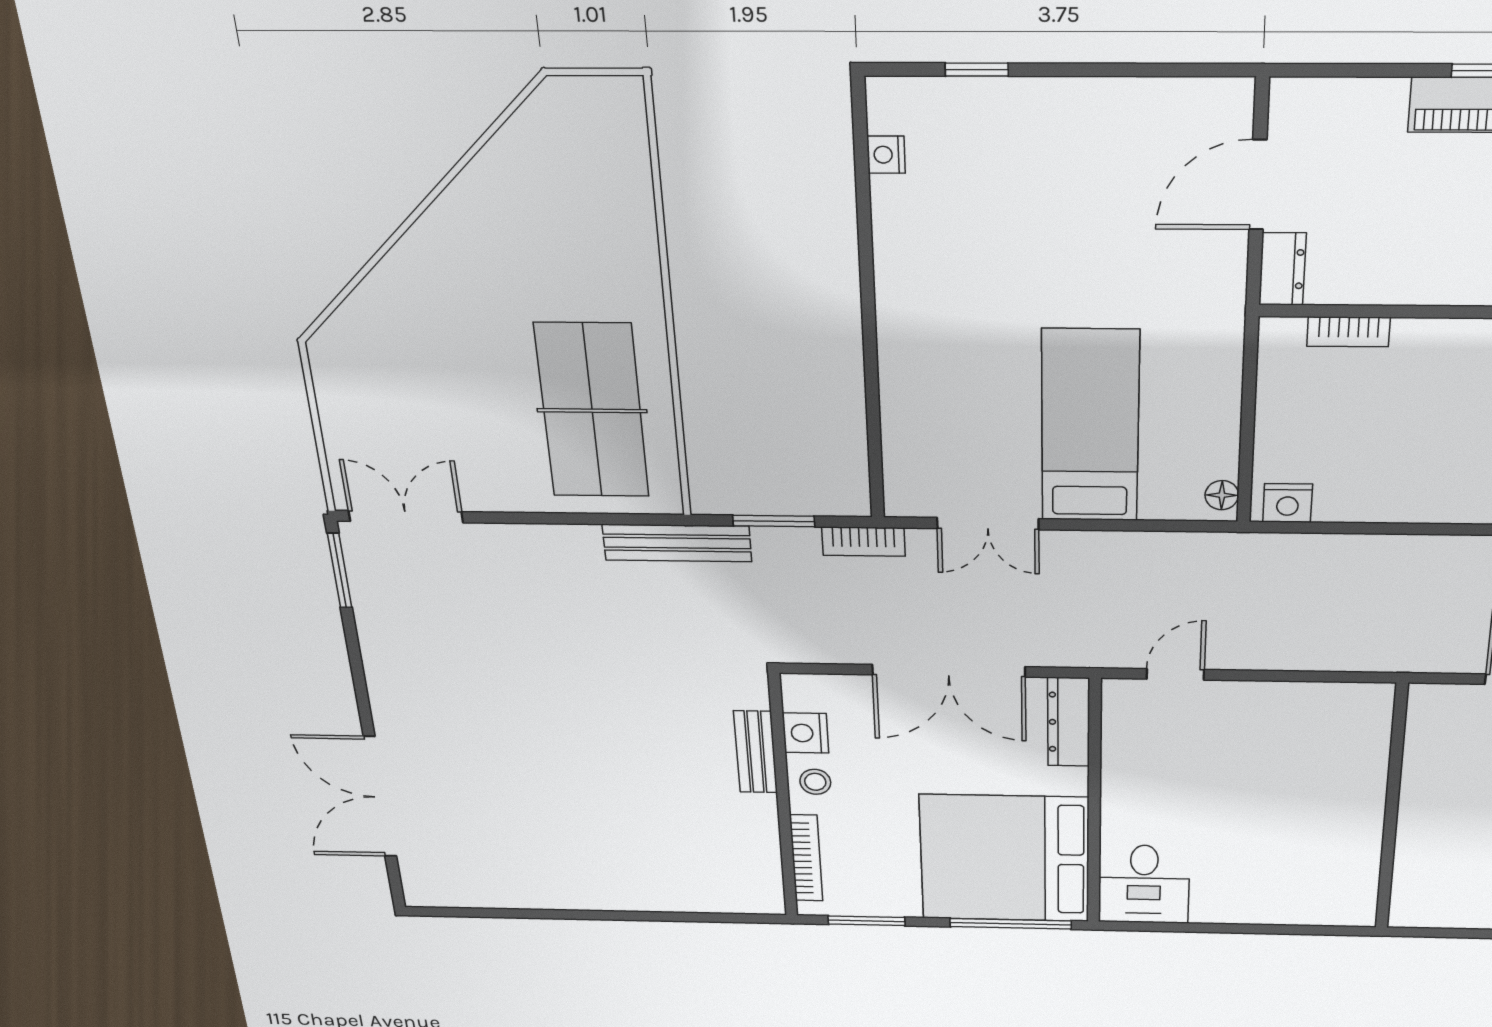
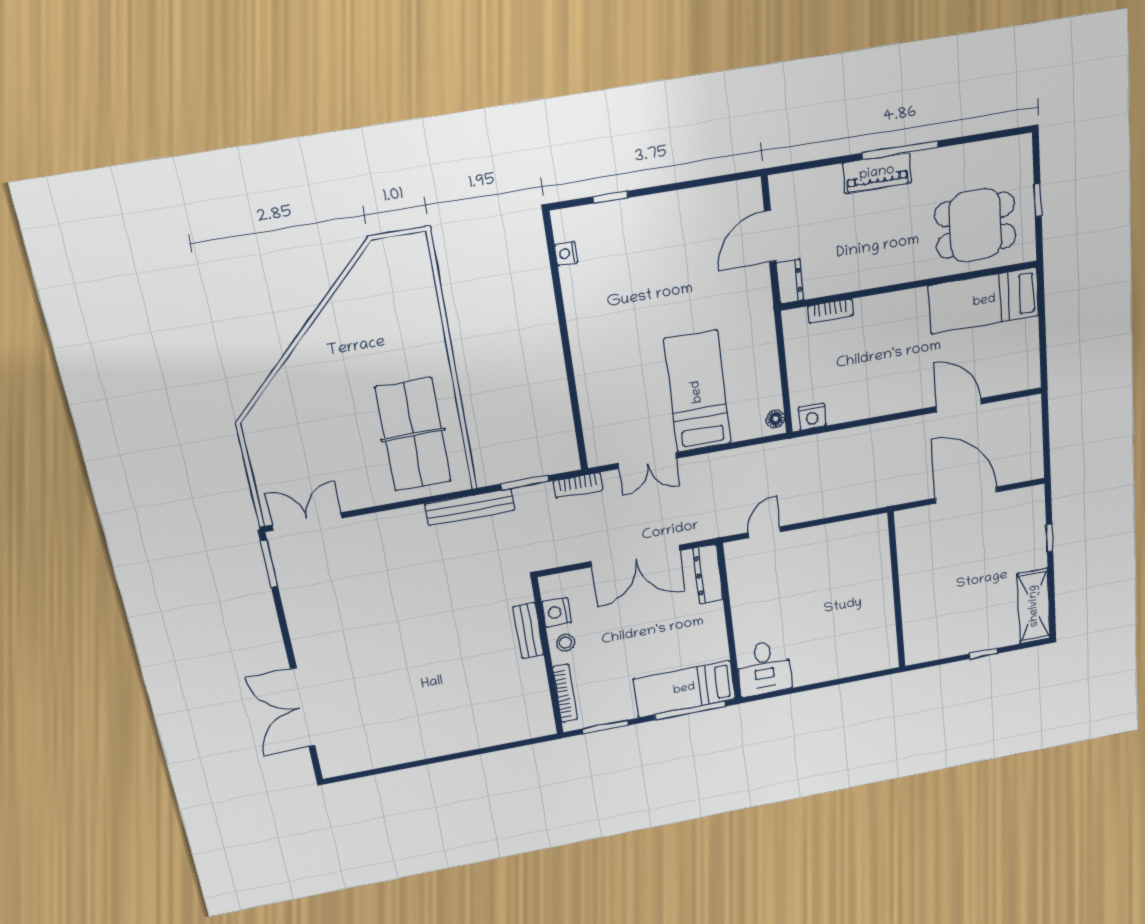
bed: (1005, 858) -> (684, 689), width x0.49

